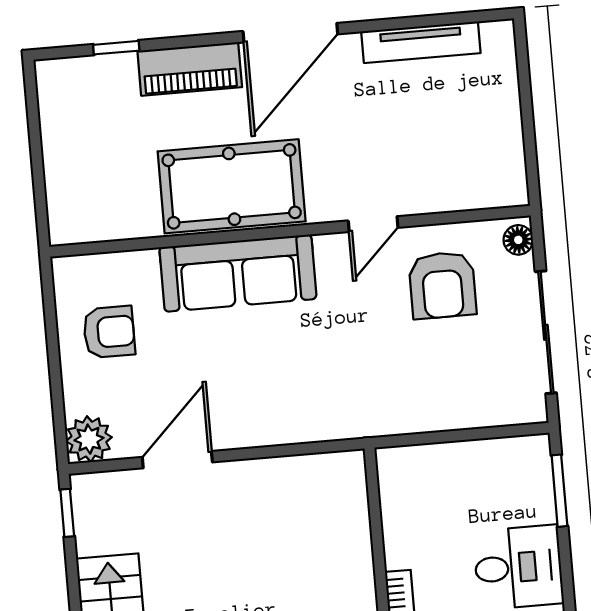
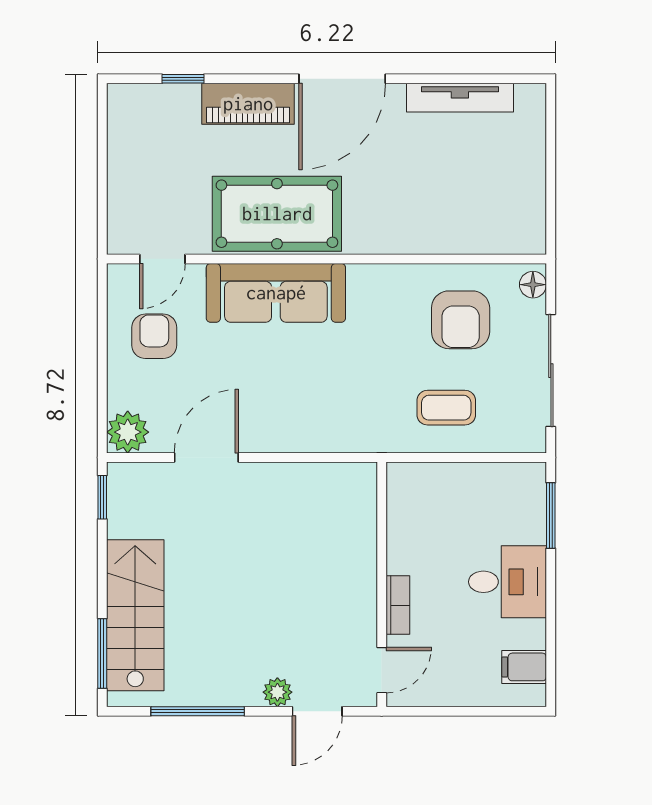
door: (373, 224) -> (162, 259), moved
armchair: (109, 332) -> (154, 336), turned -90
coffee table: (435, 383) -> (446, 408), added

